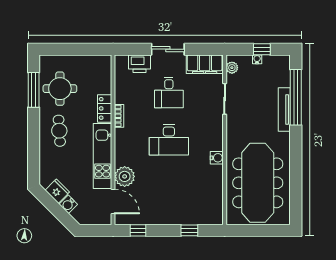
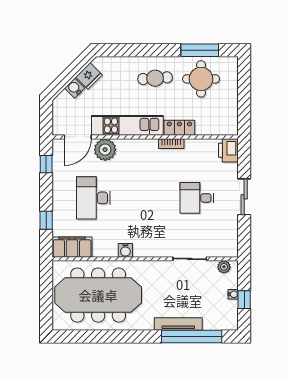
printer: (139, 64) -> (228, 150), moved
filing cabinet: (205, 64) -> (72, 247), moved, turned 90
desk: (169, 140) -> (93, 198), moved

